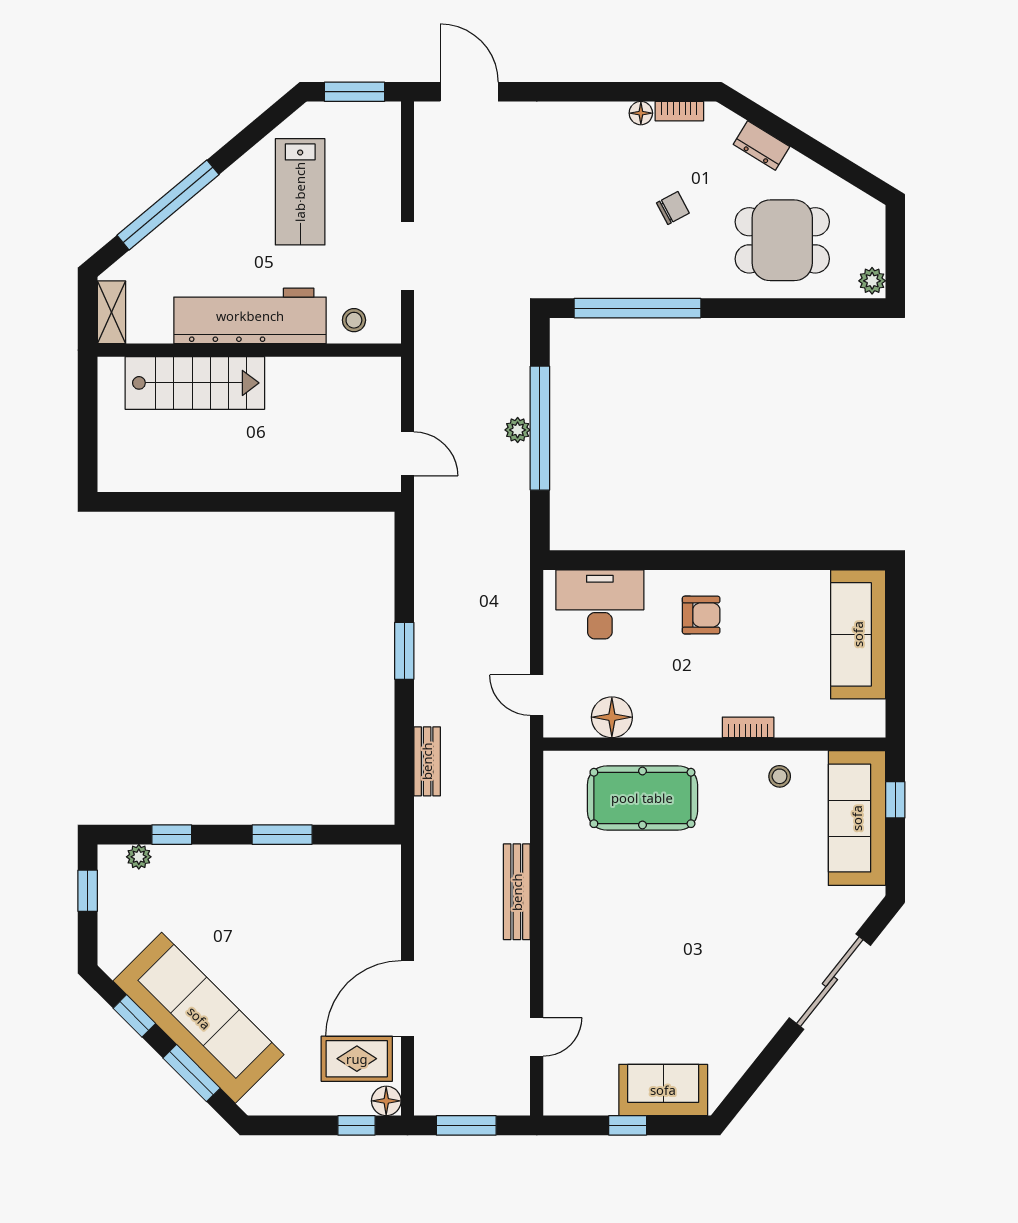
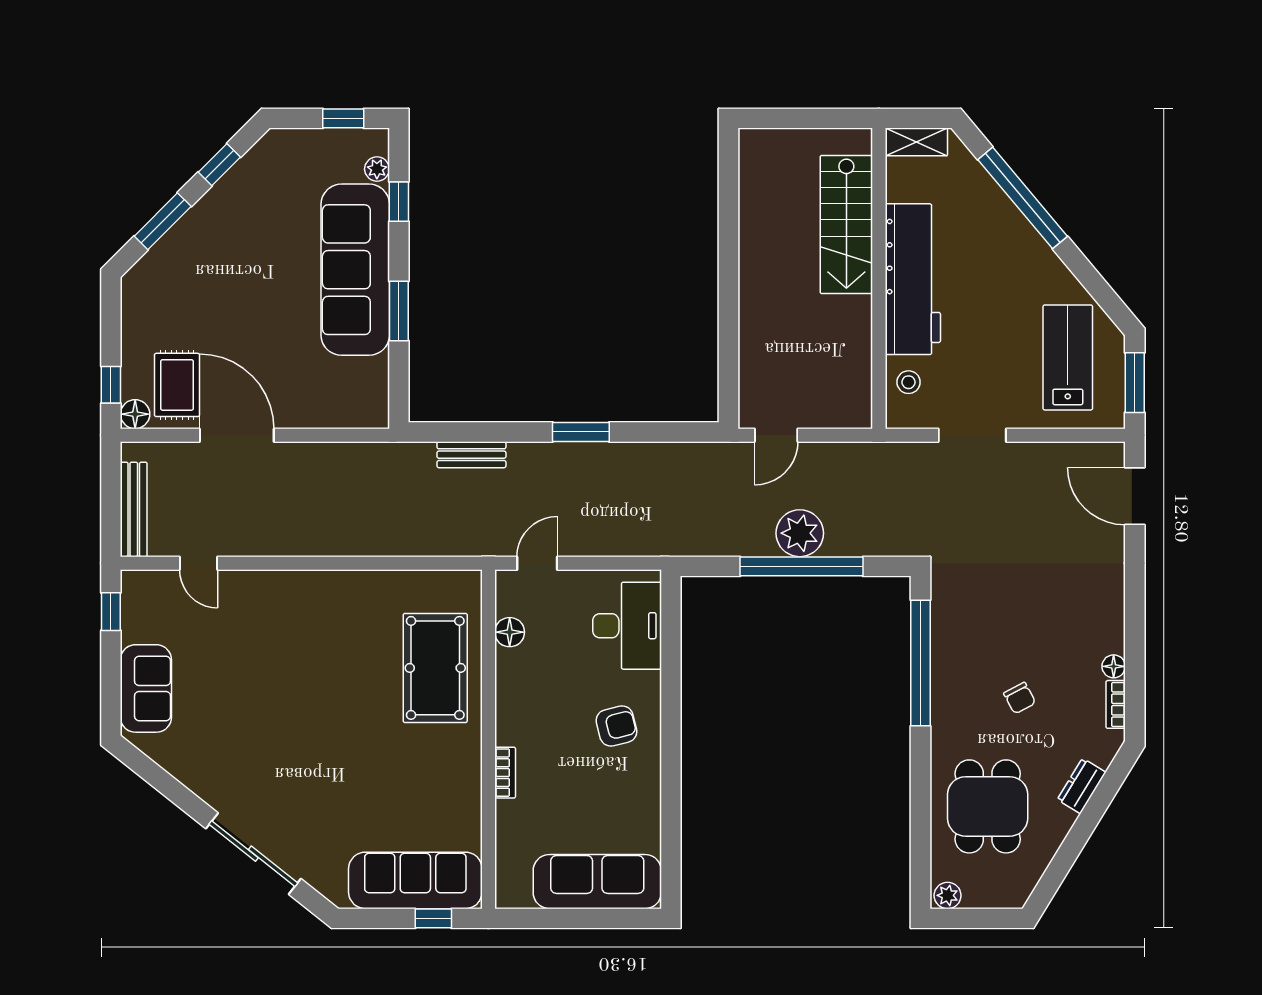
door: (469, 92) -> (1135, 496), swing flipped
lab bench: (300, 192) -> (1068, 357), moved, turned 90
plant: (518, 430) -> (800, 533), width x1.88, depth x1.88
armchair: (701, 615) -> (616, 726), turned -104
floor lamp: (612, 717) -> (510, 632), width x0.73, depth x0.73
stool: (780, 776) -> (457, 804), removed
bench: (517, 892) -> (134, 509), moved, turned 90
sofa: (199, 1018) -> (355, 270), moved, turned 135
window: (466, 1125) -> (111, 493), removed
window: (628, 1125) -> (111, 612), moved

